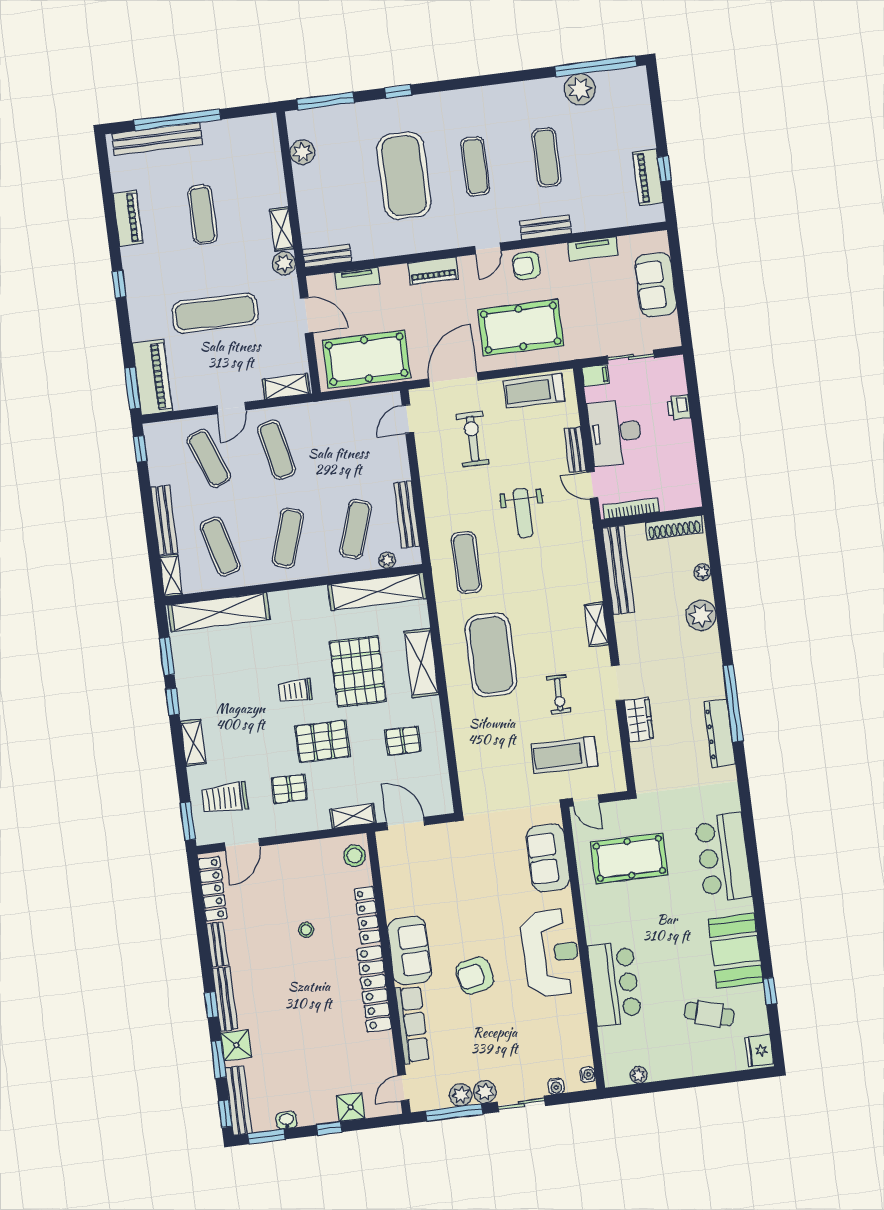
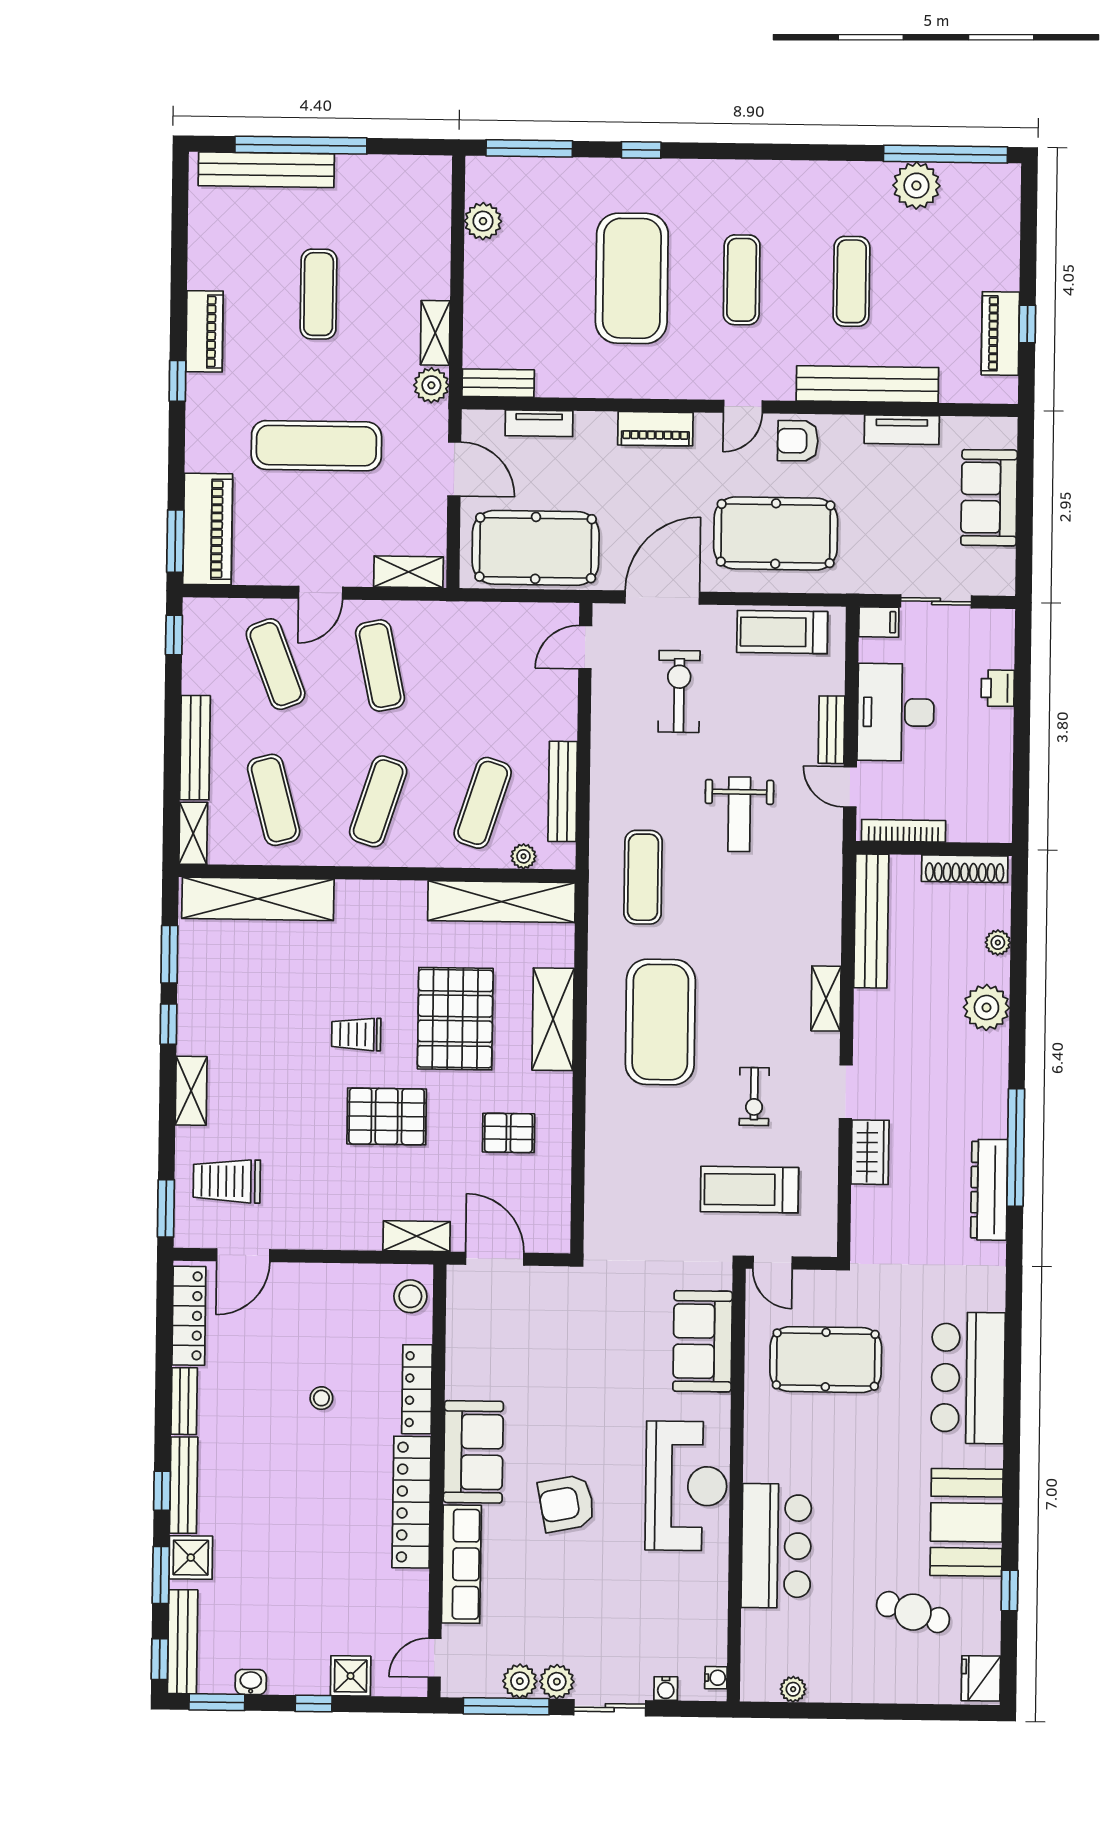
piano: (128, 218) -> (204, 331), moved
bench: (545, 227) -> (867, 384), width x1.86, depth x1.21
pallet: (289, 789) -> (326, 1181), removed

